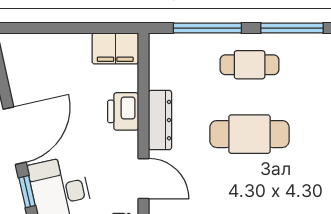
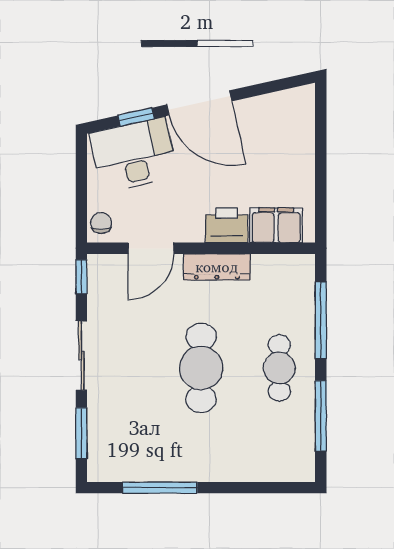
filing cabinet: (115, 48) -> (276, 225), moved, turned 90

